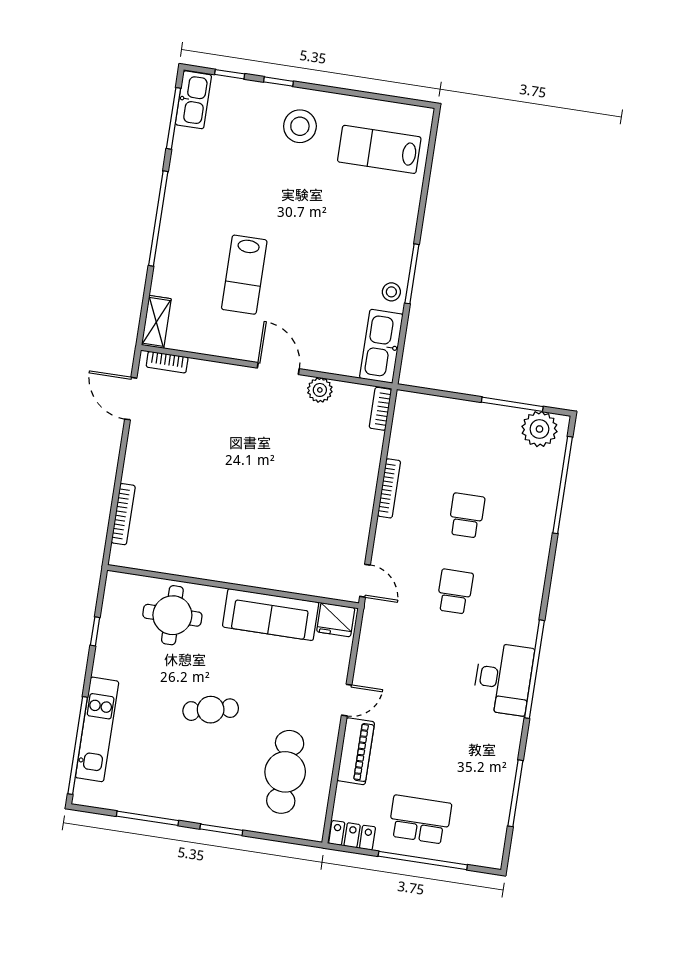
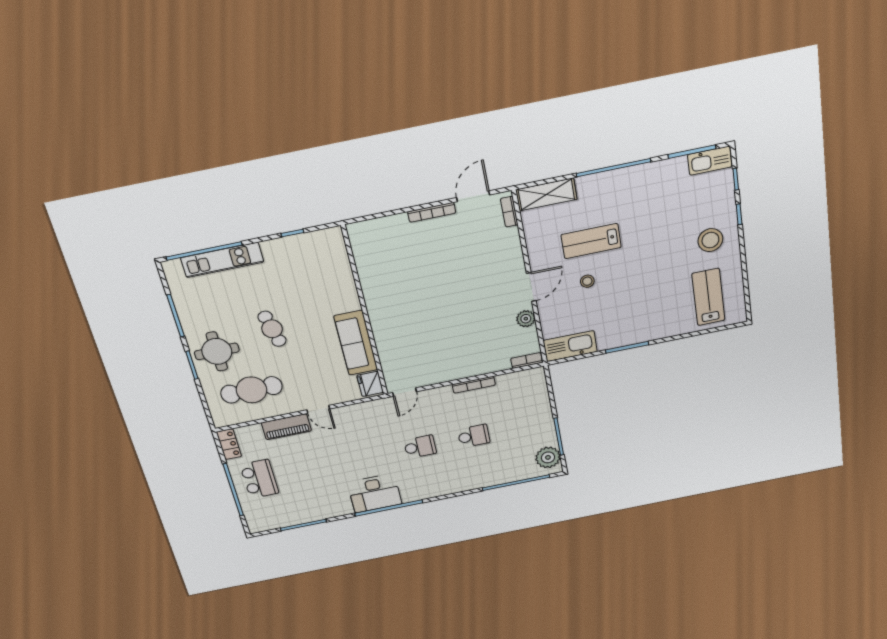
stool: (391, 292) -> (587, 281), moved
shelving: (156, 322) -> (546, 194), width x1.50, depth x1.33
bookcase: (123, 514) -> (432, 212), moved
round table: (172, 615) -> (217, 351), moved

